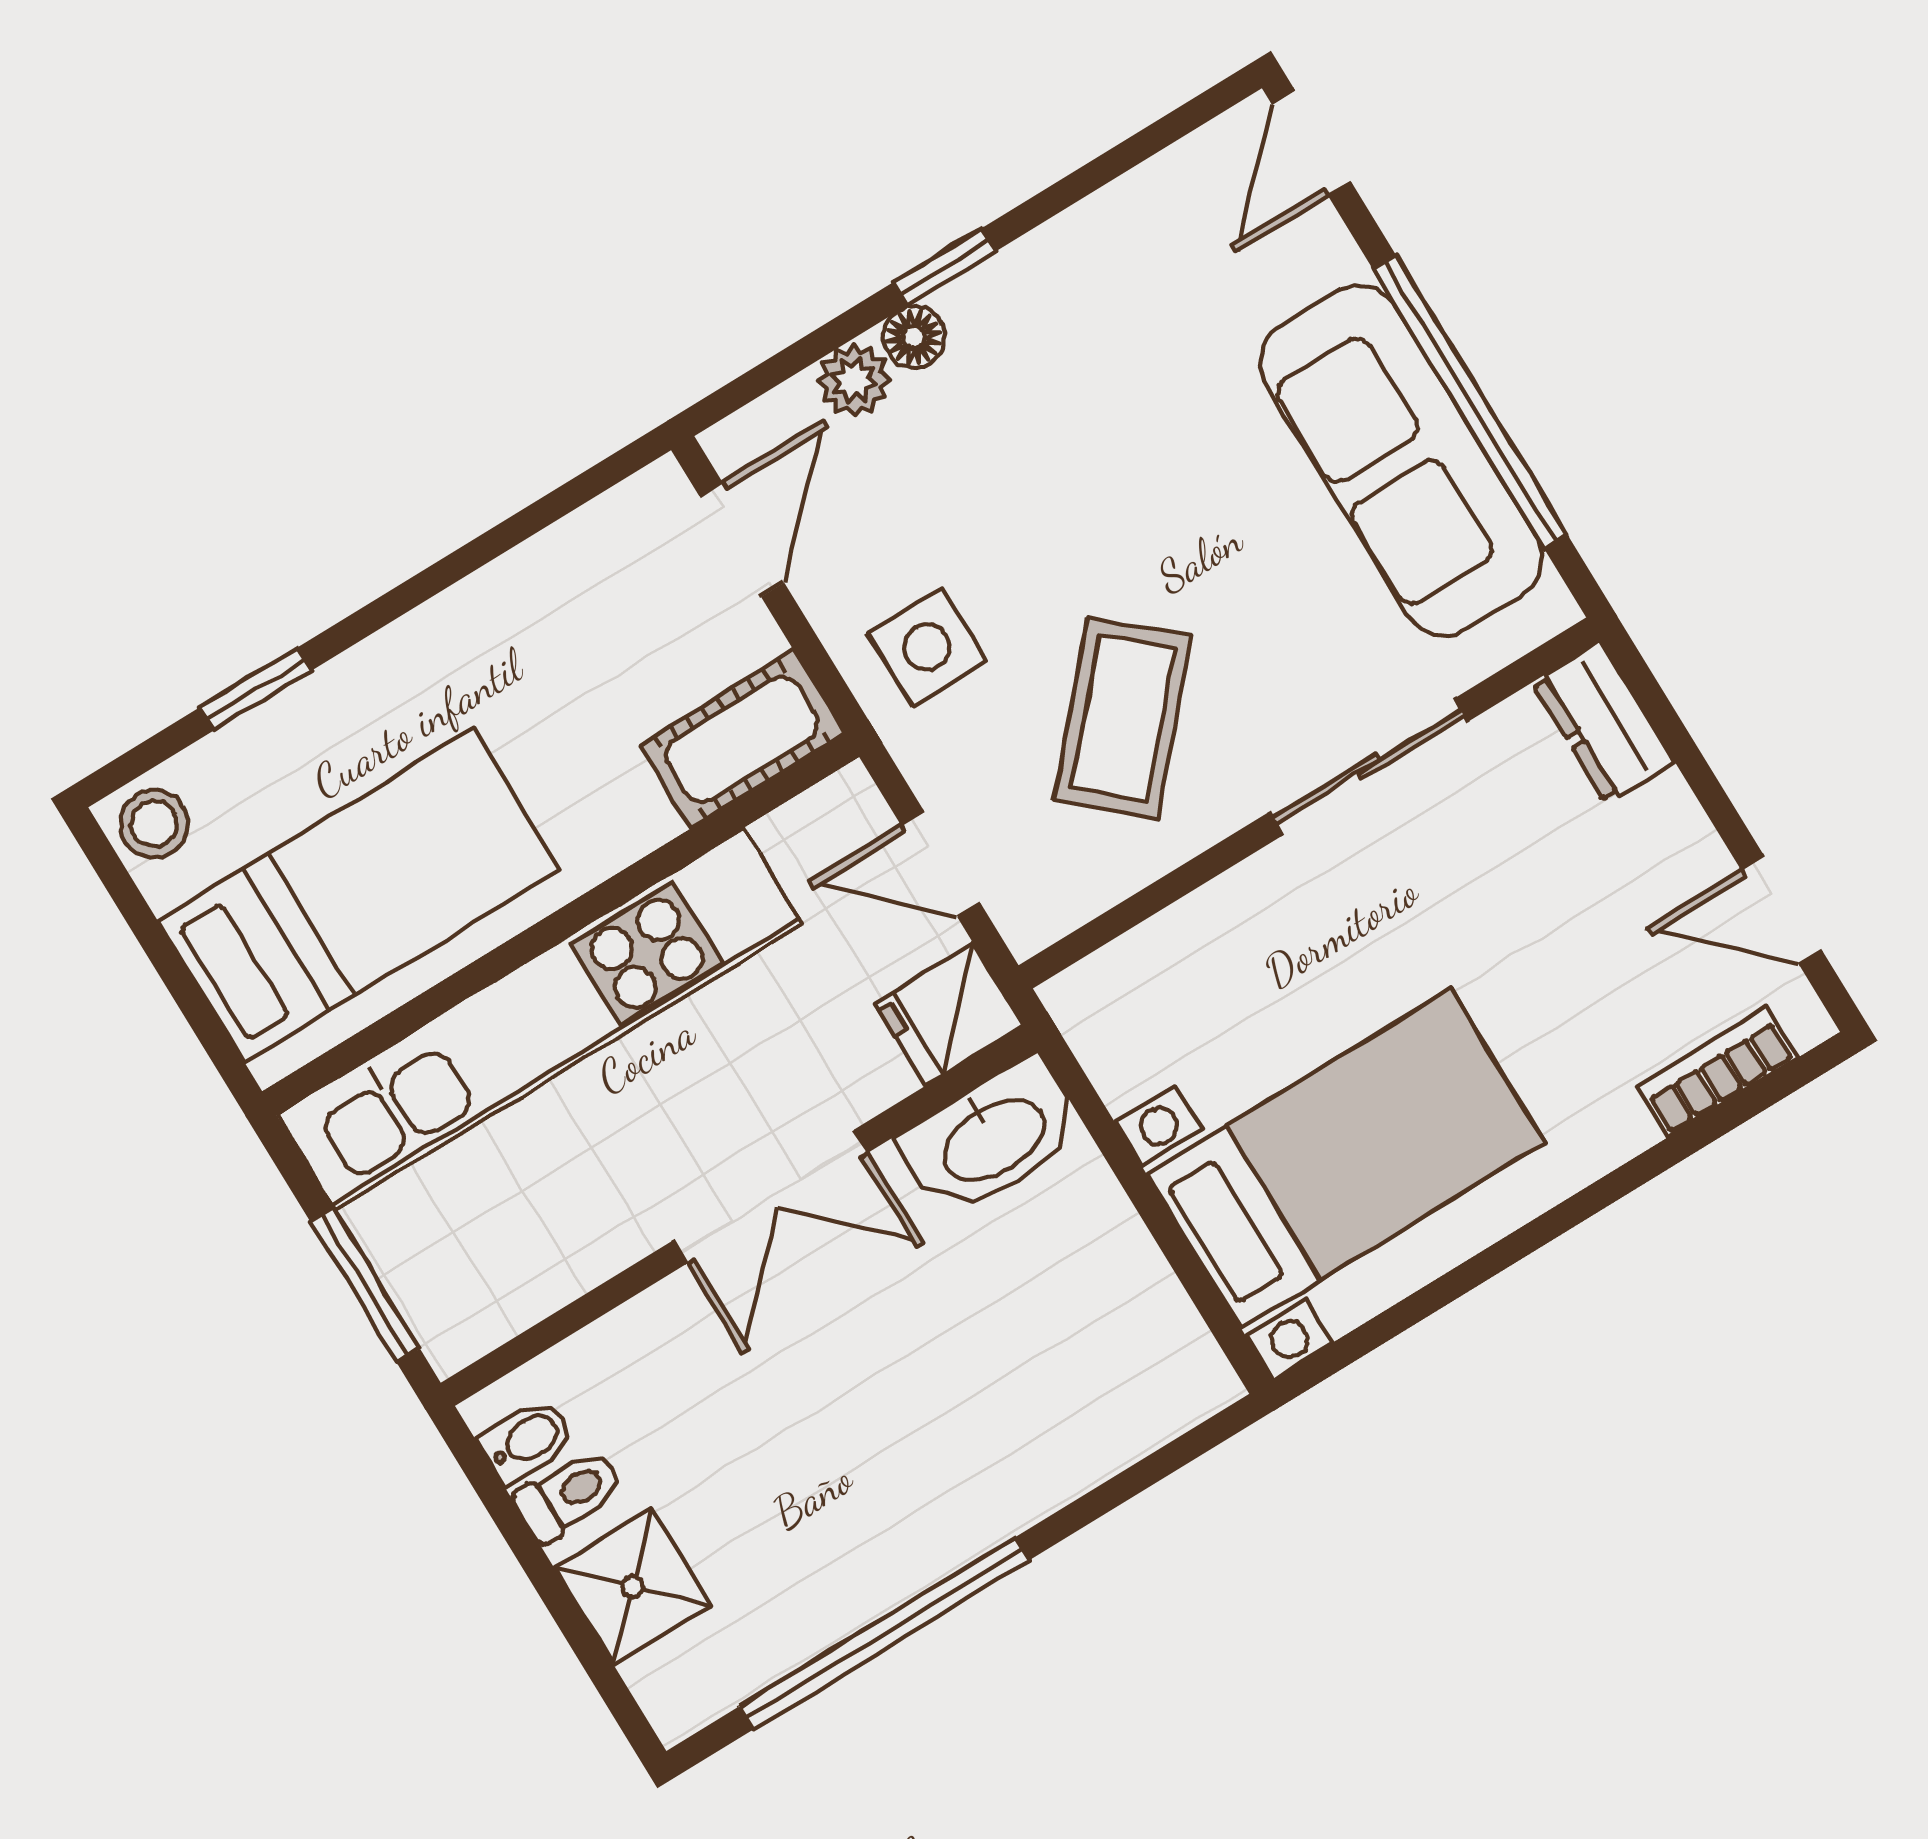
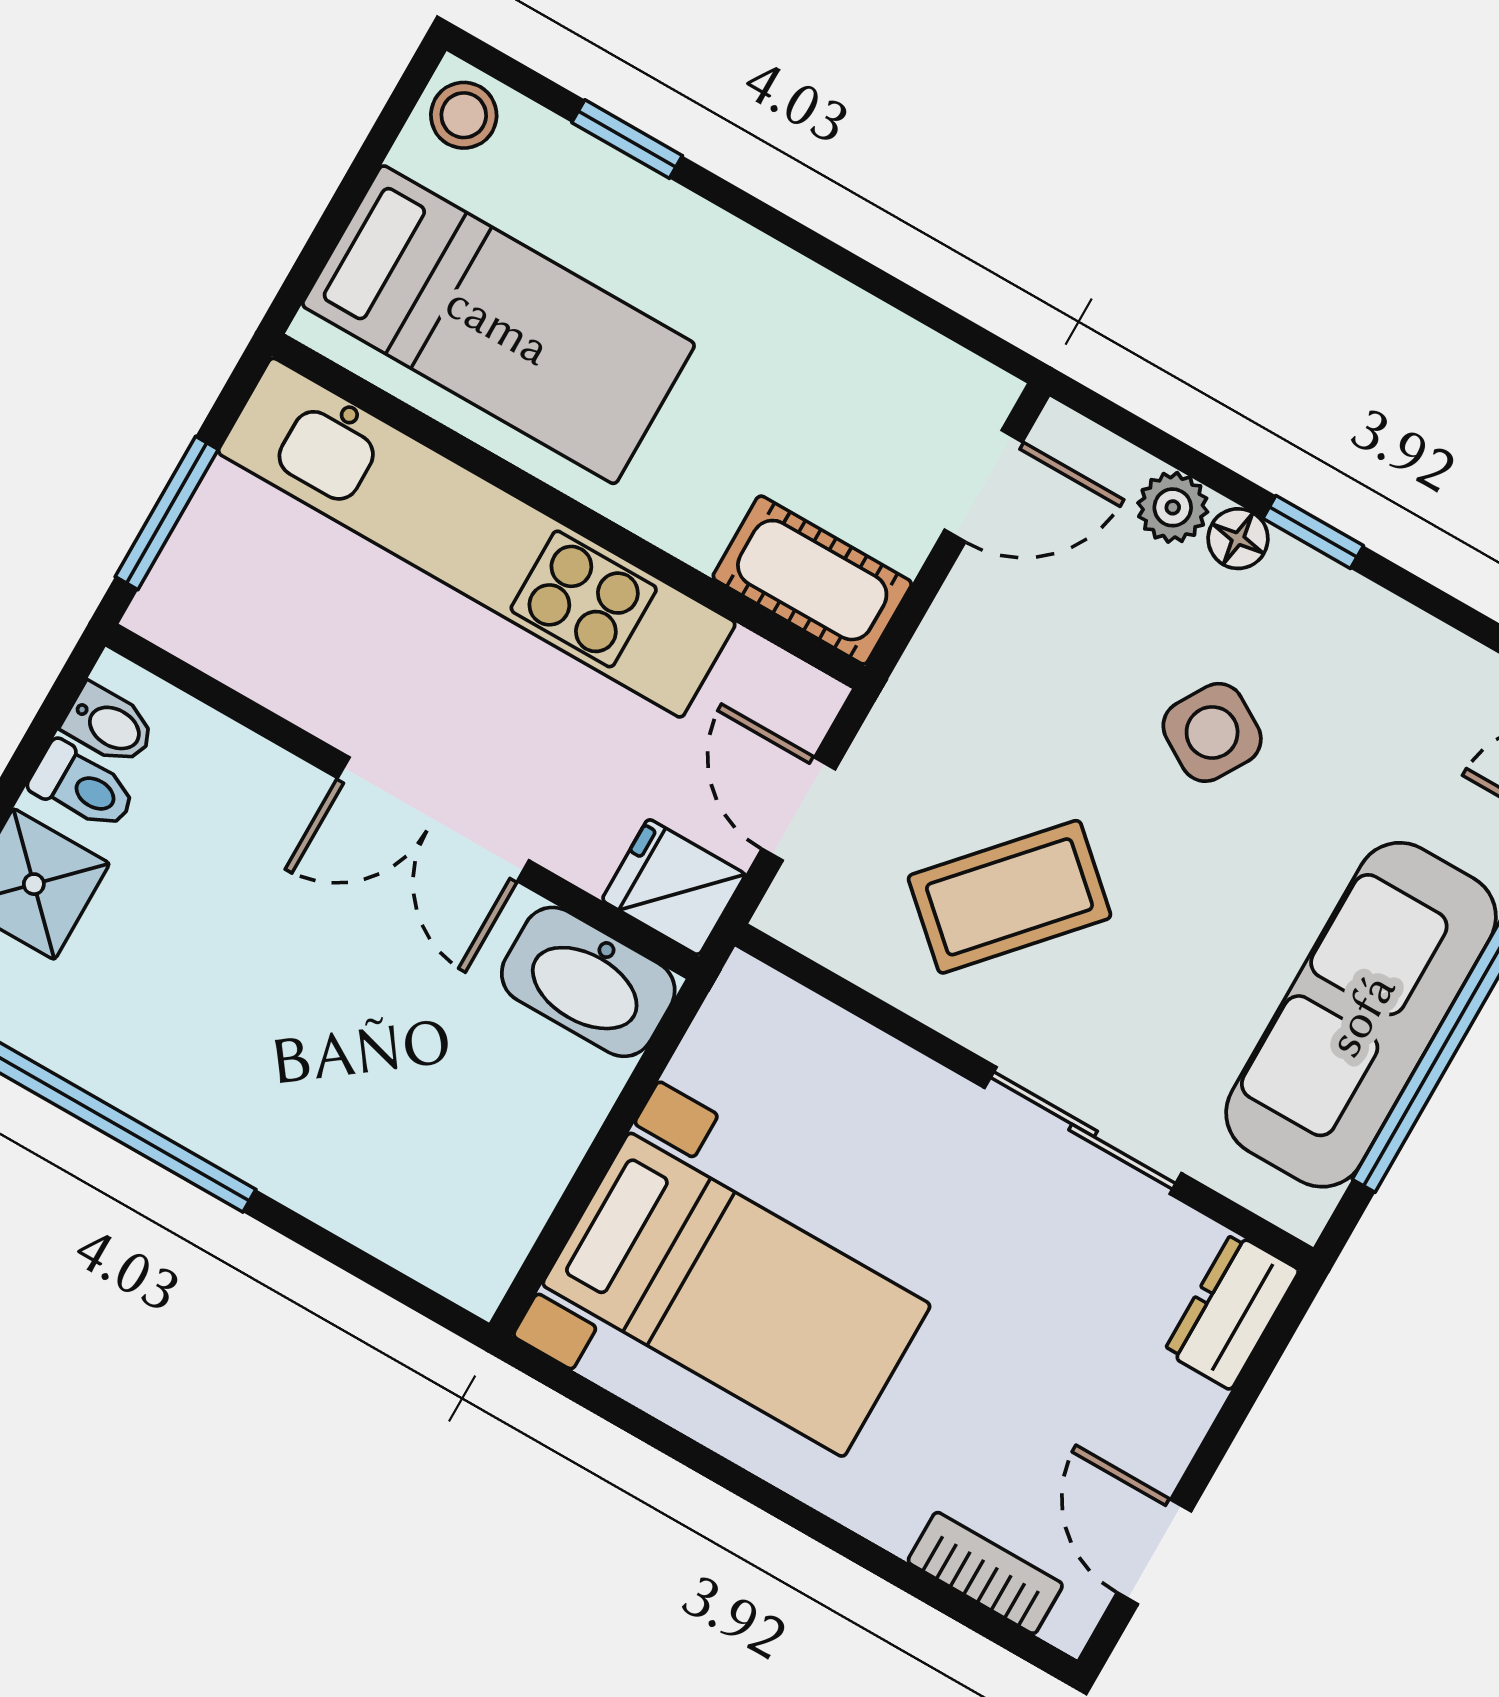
side table: (927, 647) -> (1212, 732), moved, turned 31

